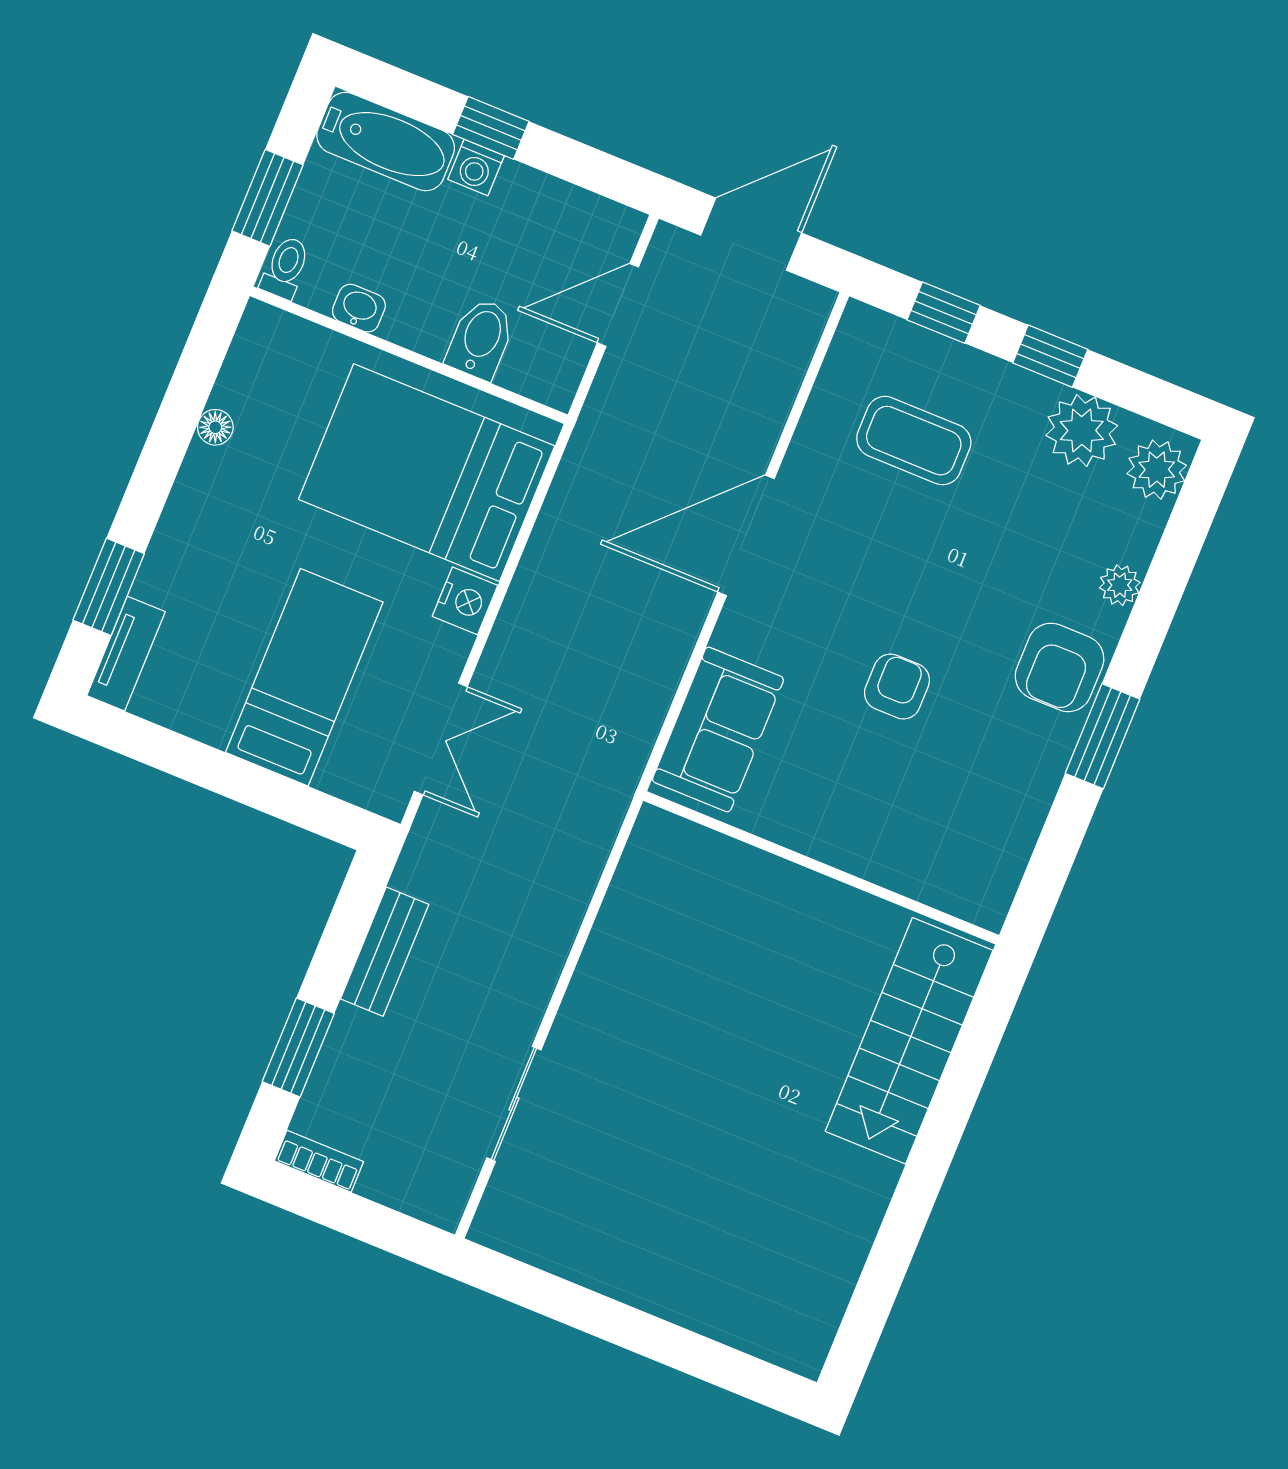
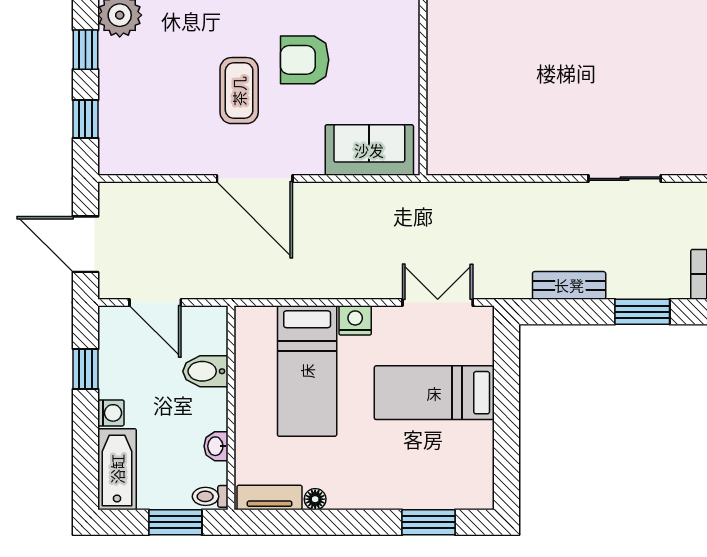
window: (491, 128) -> (85, 369), moved
coffee table: (914, 441) -> (239, 91), moved
bed: (427, 473) -> (307, 371), width x0.67
tv unit: (126, 654) -> (270, 498), moved
armchair: (897, 687) -> (305, 60), width x1.38, depth x1.38

